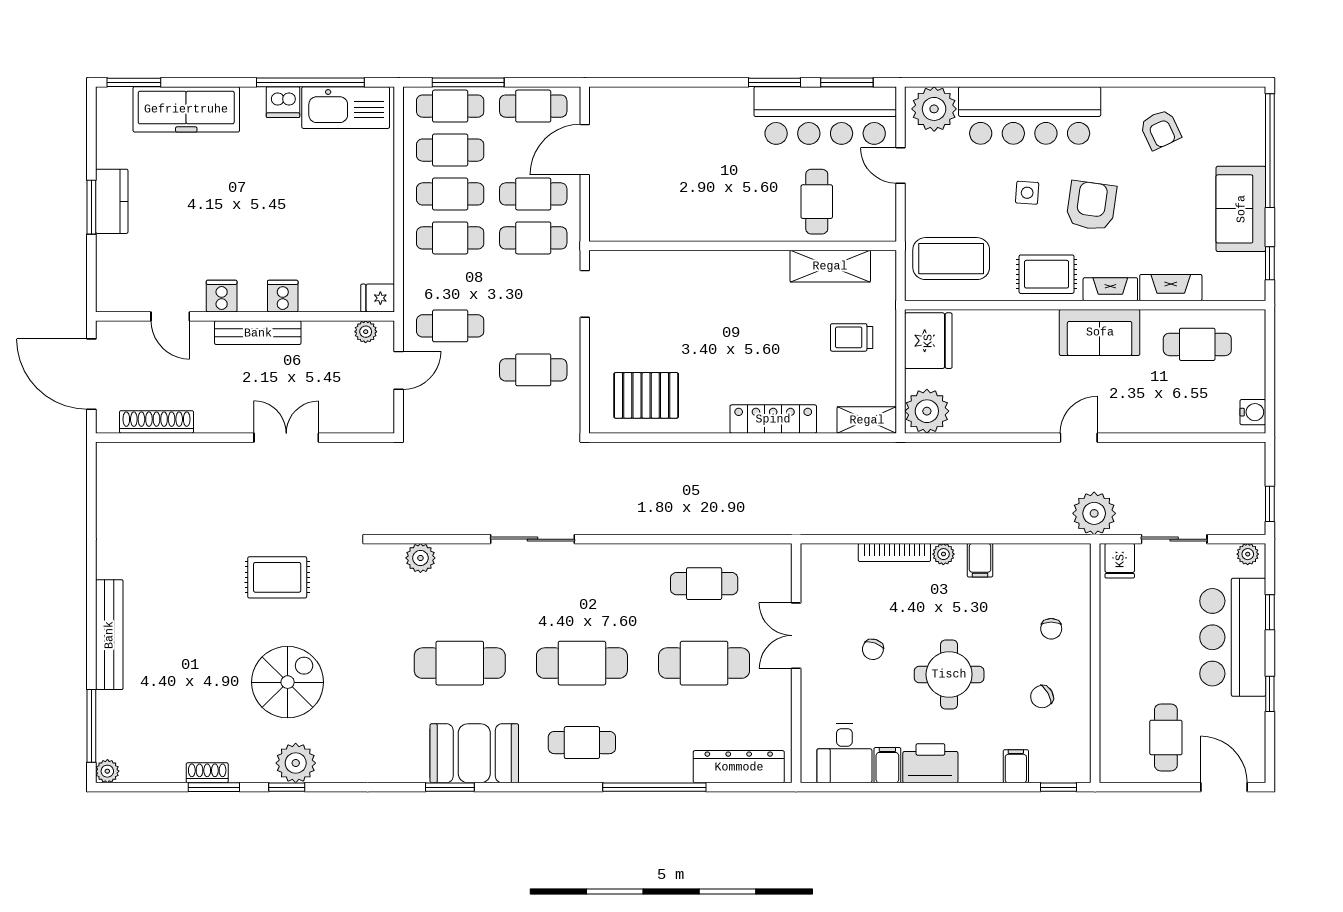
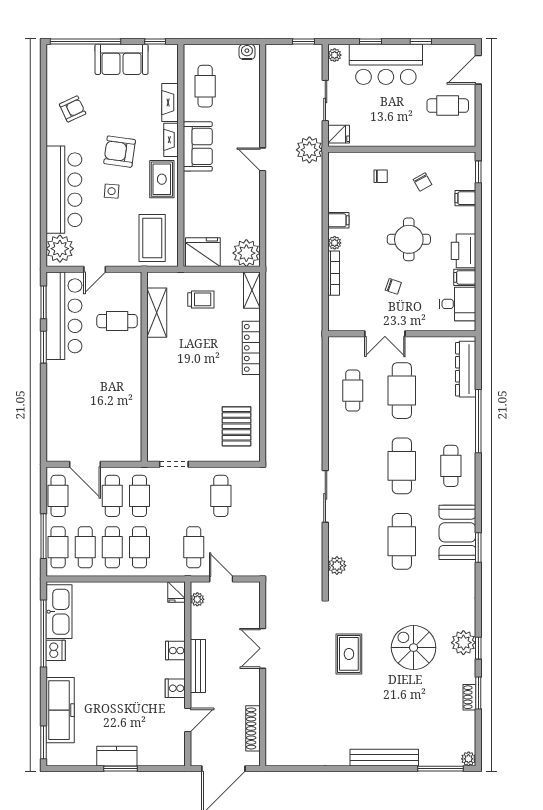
trolley: (852, 337) -> (201, 299), turned -90

